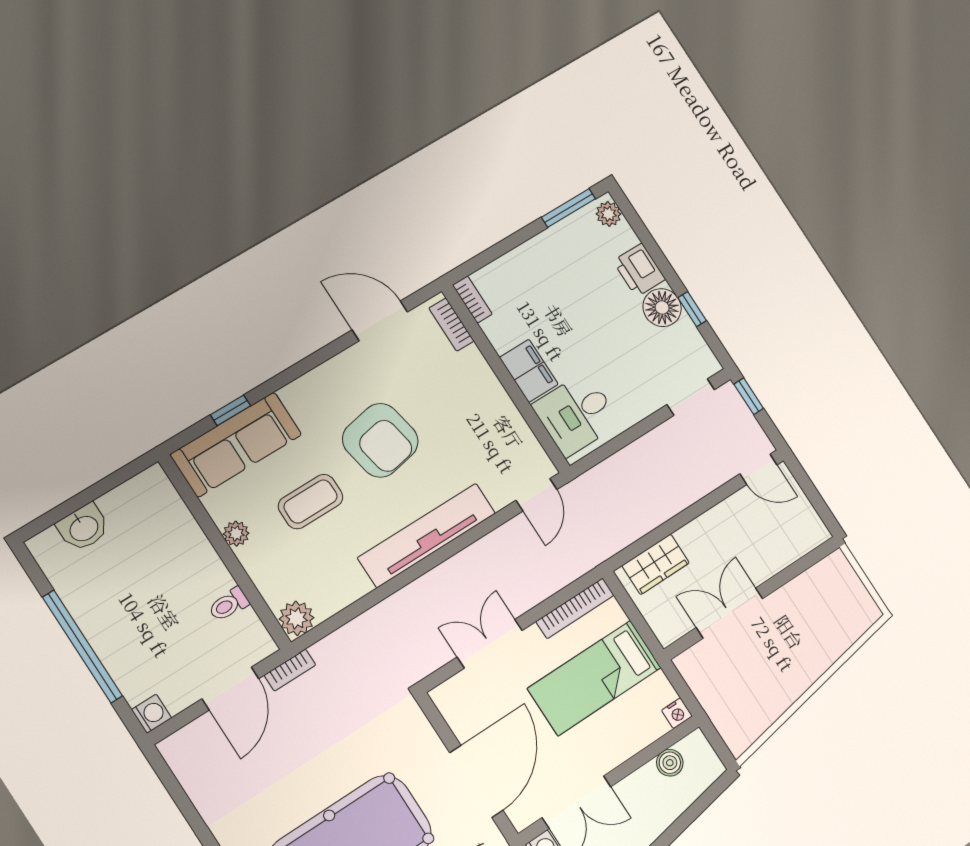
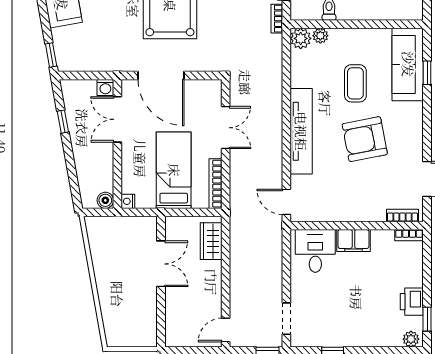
window: (568, 208) -> (427, 319), width x0.67
printer: (639, 270) -> (412, 302), moved, turned -90
floor lamp: (662, 308) -> (343, 335), removed
plant: (236, 534) -> (320, 36), moved
boiler: (670, 763) -> (105, 200), moved

